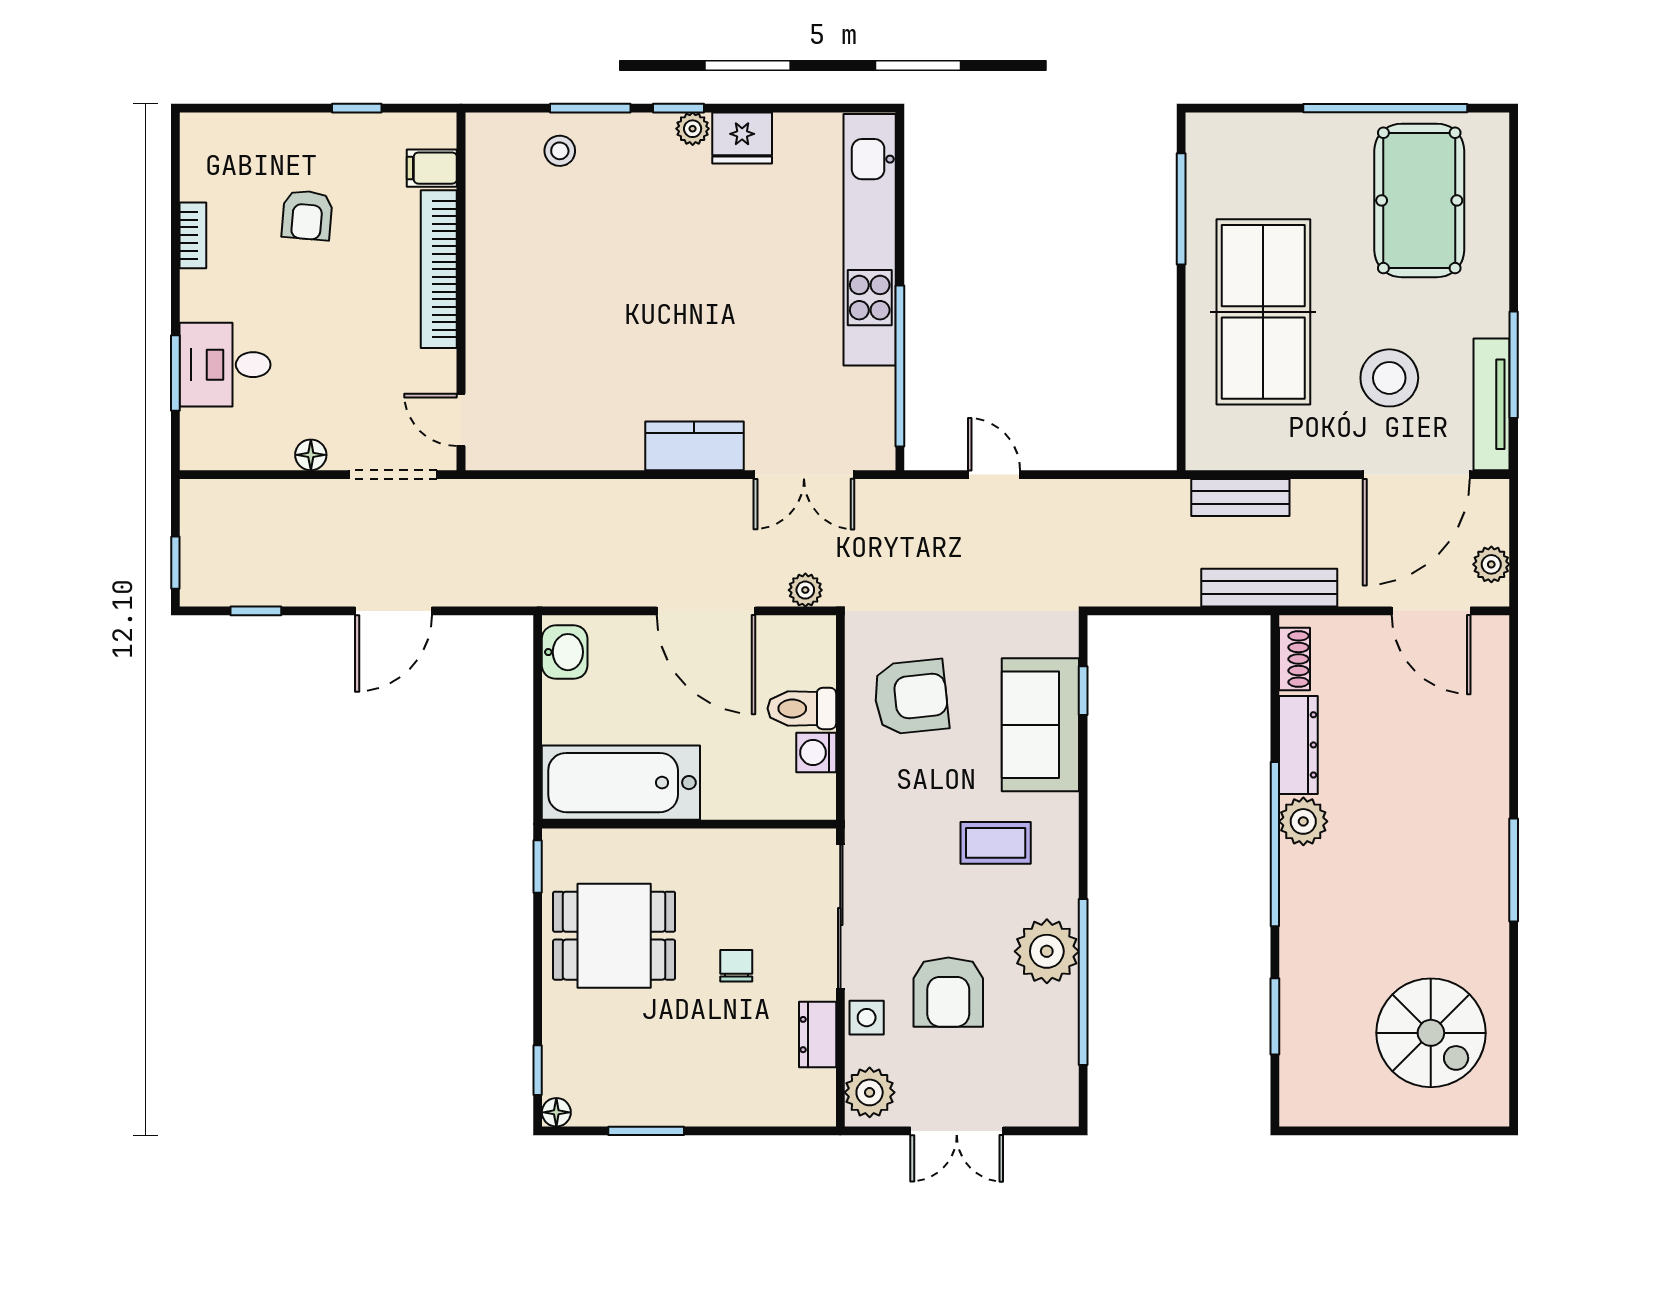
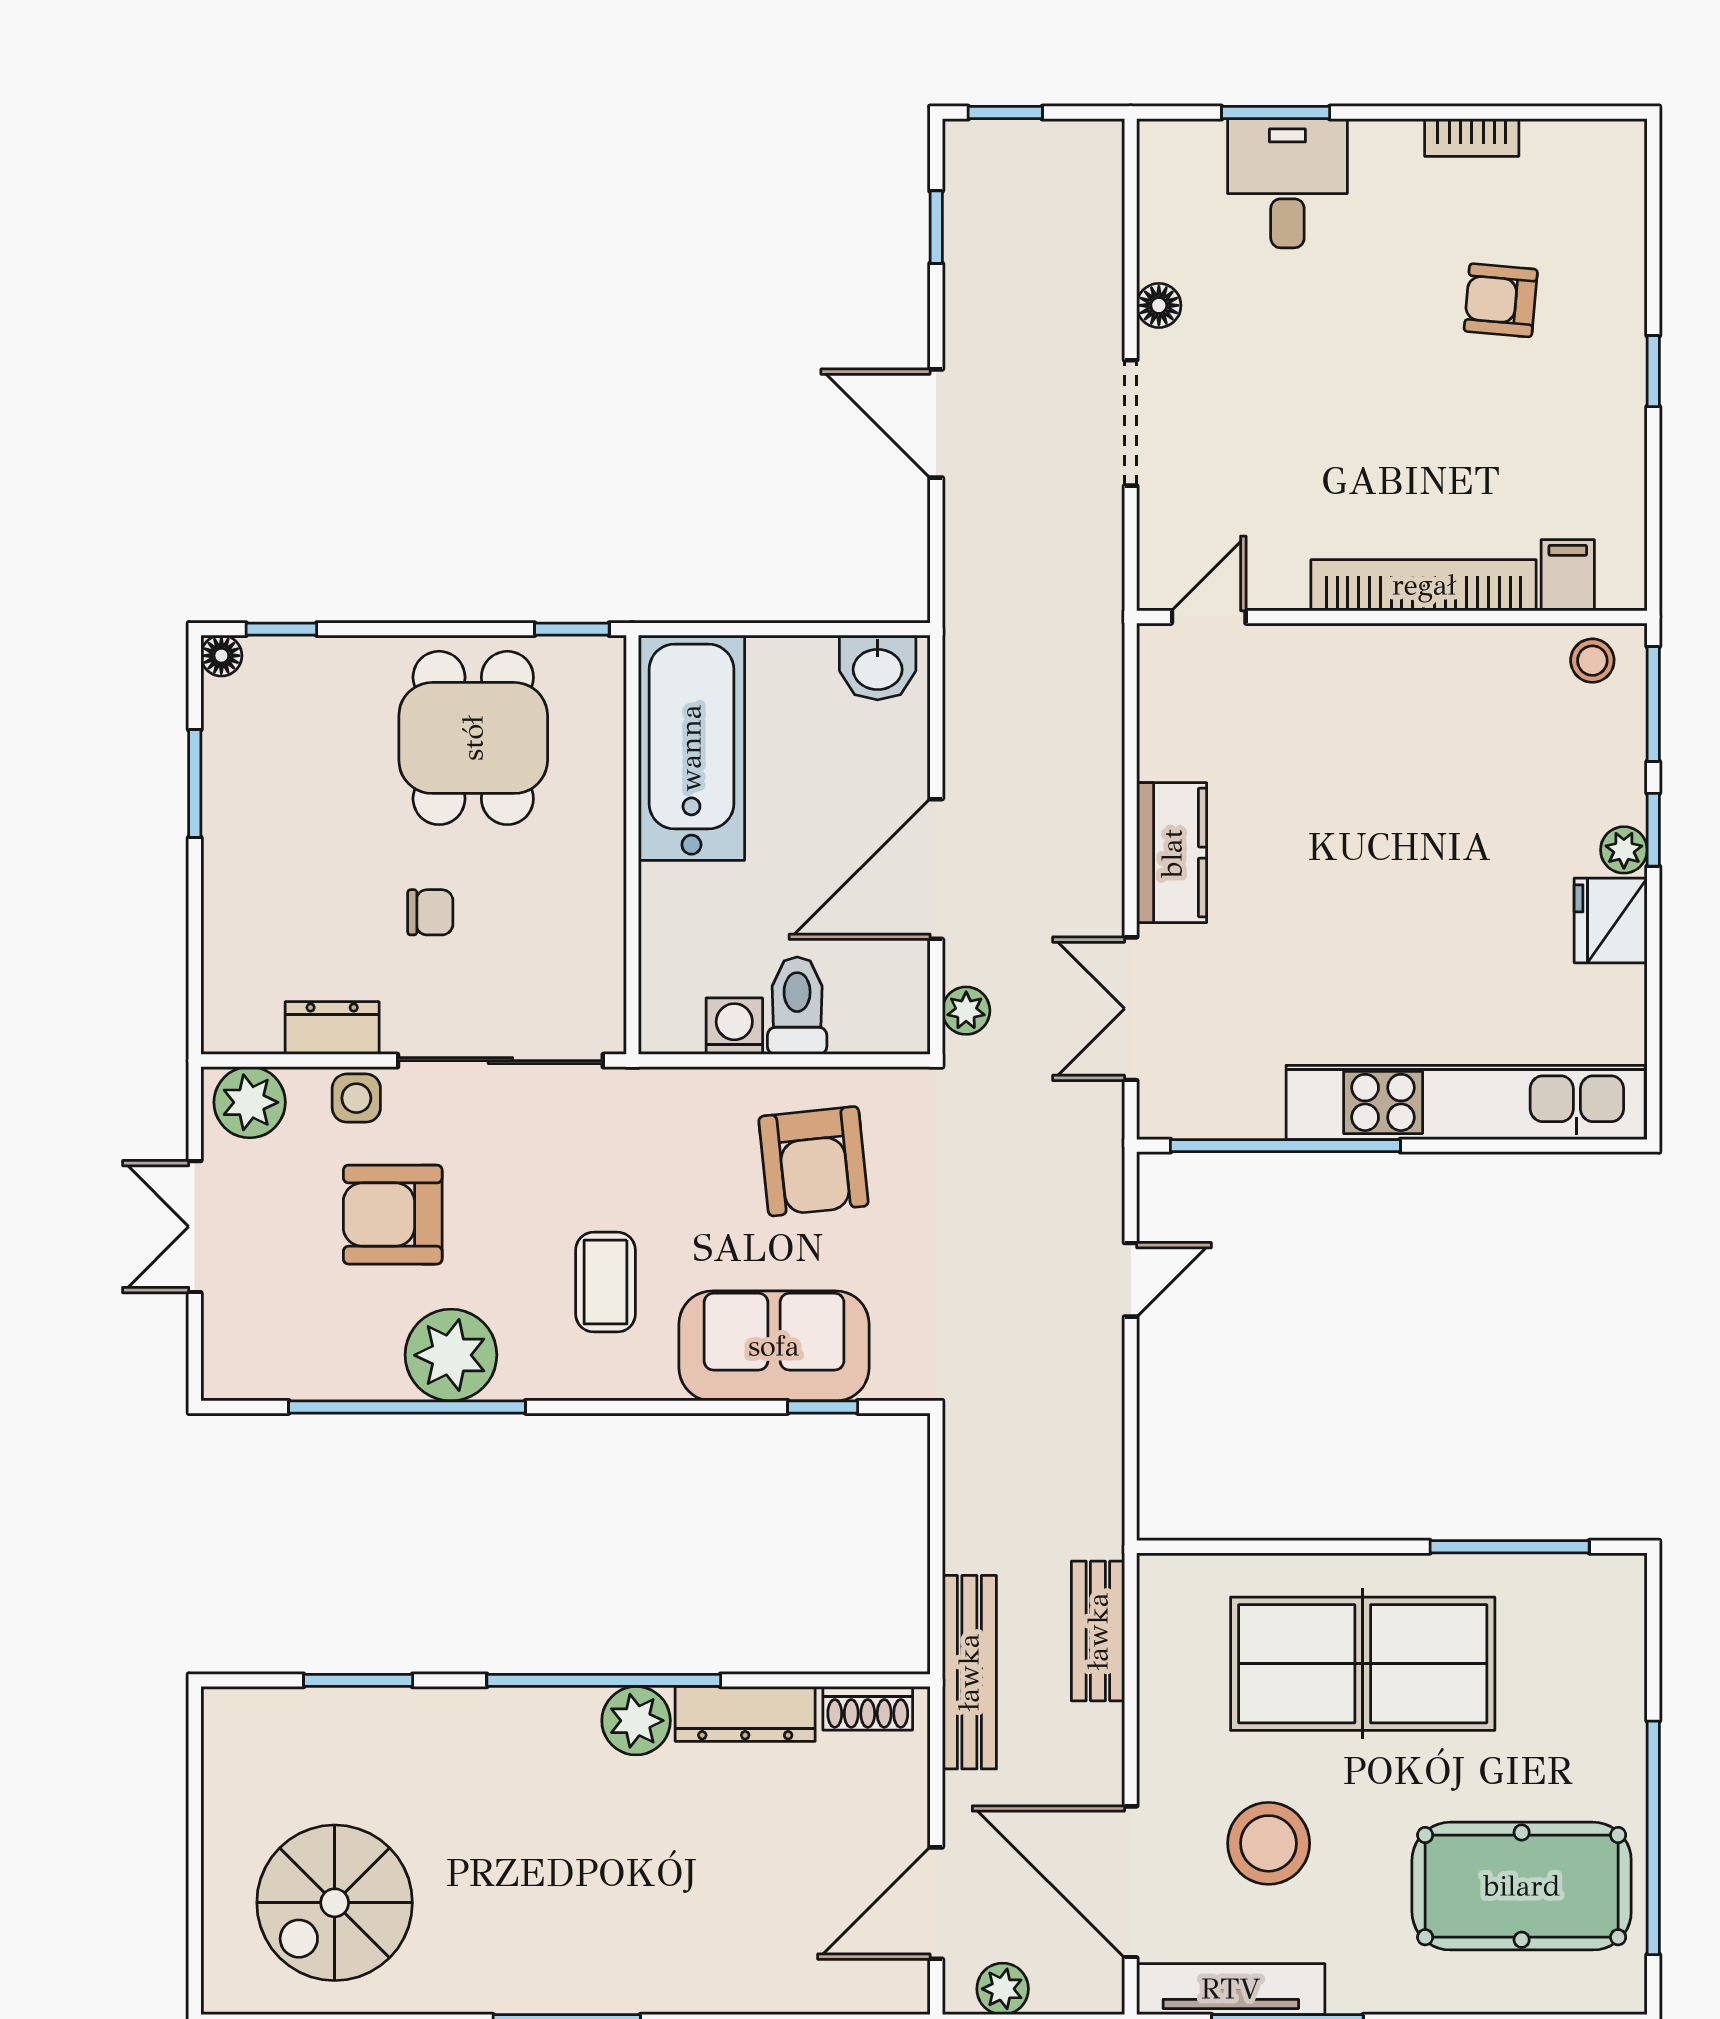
filing cabinet: (432, 168) -> (1568, 575), moved
bookcase: (439, 269) -> (1424, 585), moved
wall: (461, 291) -> (1392, 617), moved
door: (461, 420) -> (1209, 617), moved

